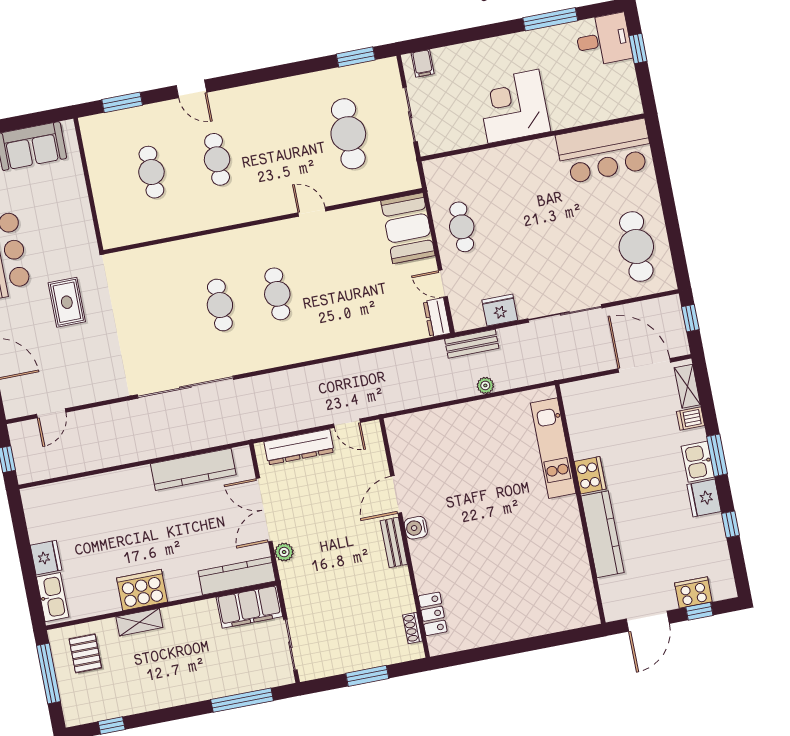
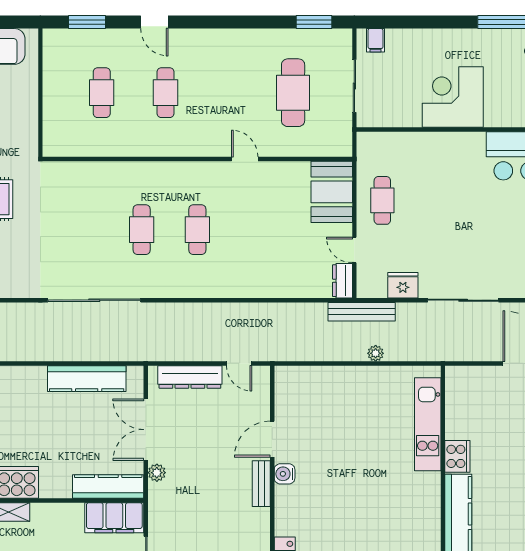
bench: (472, 344) -> (362, 312), width x1.36

